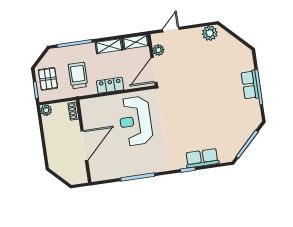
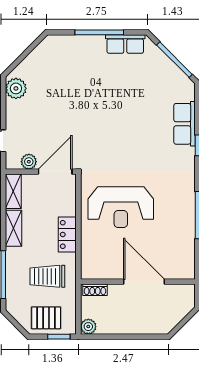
door: (154, 70) -> (55, 172), swing flipped
row of seats: (250, 85) -> (125, 44), moved

